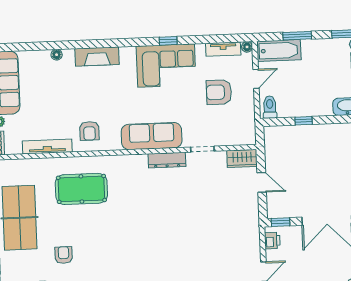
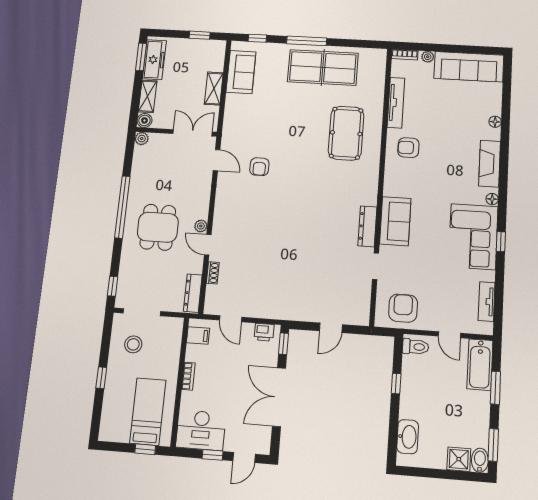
floor lamp: (247, 47) -> (492, 199), moved
armchair: (219, 92) -> (403, 308), moved
sofa: (152, 136) -> (395, 221), width x0.73
wardrobe: (242, 158) -> (360, 309), removed
armchair: (64, 255) -> (259, 167), moved, turned 90

